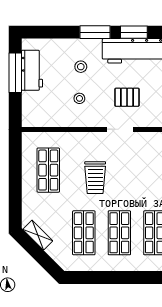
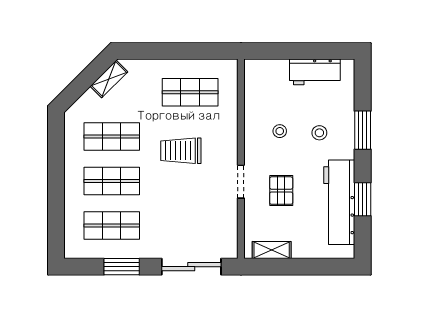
window: (95, 32) -> (363, 130), moved
window: (15, 73) -> (312, 51), removed

